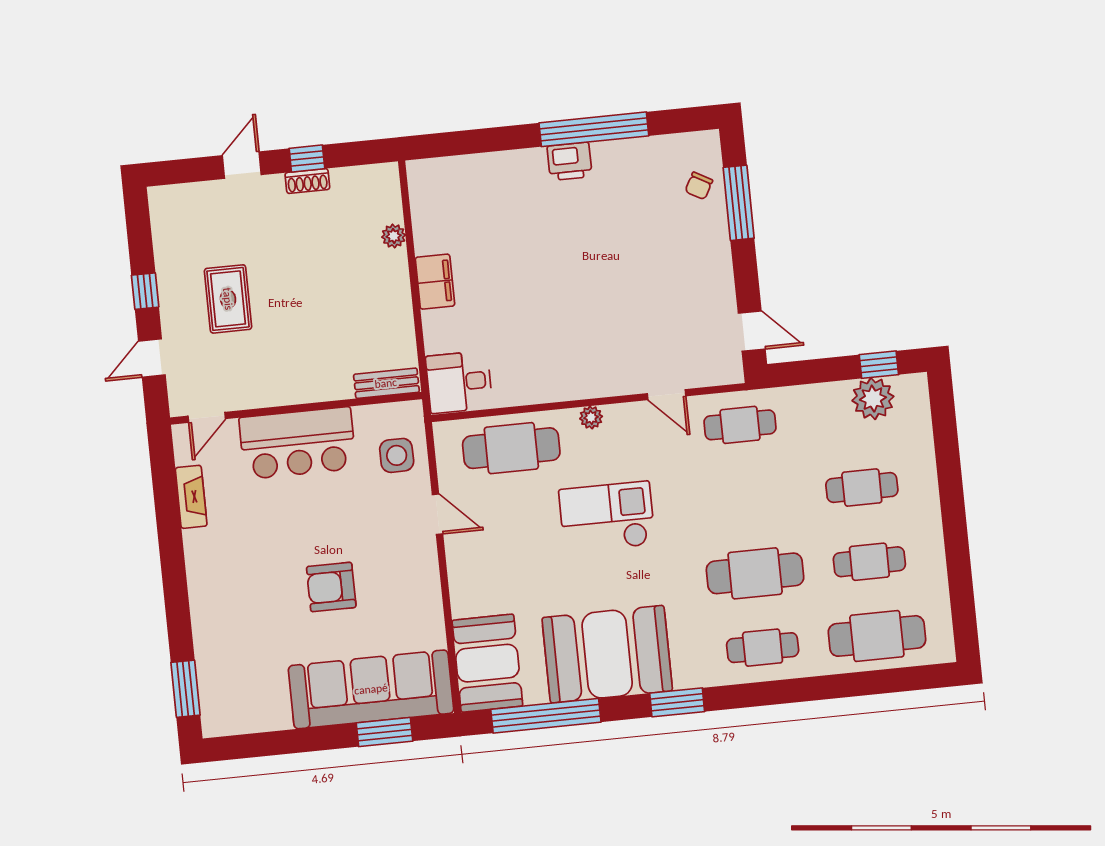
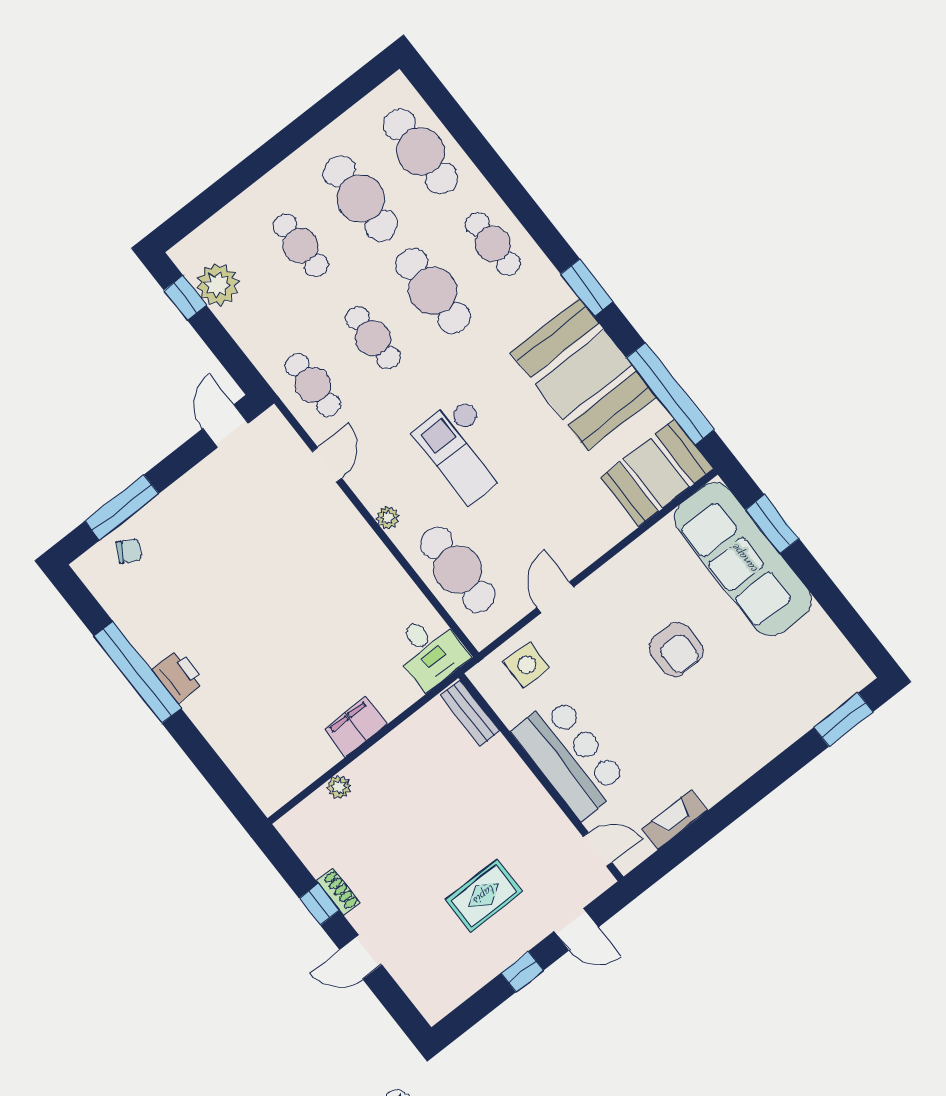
cafe table: (748, 499) -> (373, 338), added
cafe table: (869, 562) -> (360, 198), width x1.37, depth x1.35

